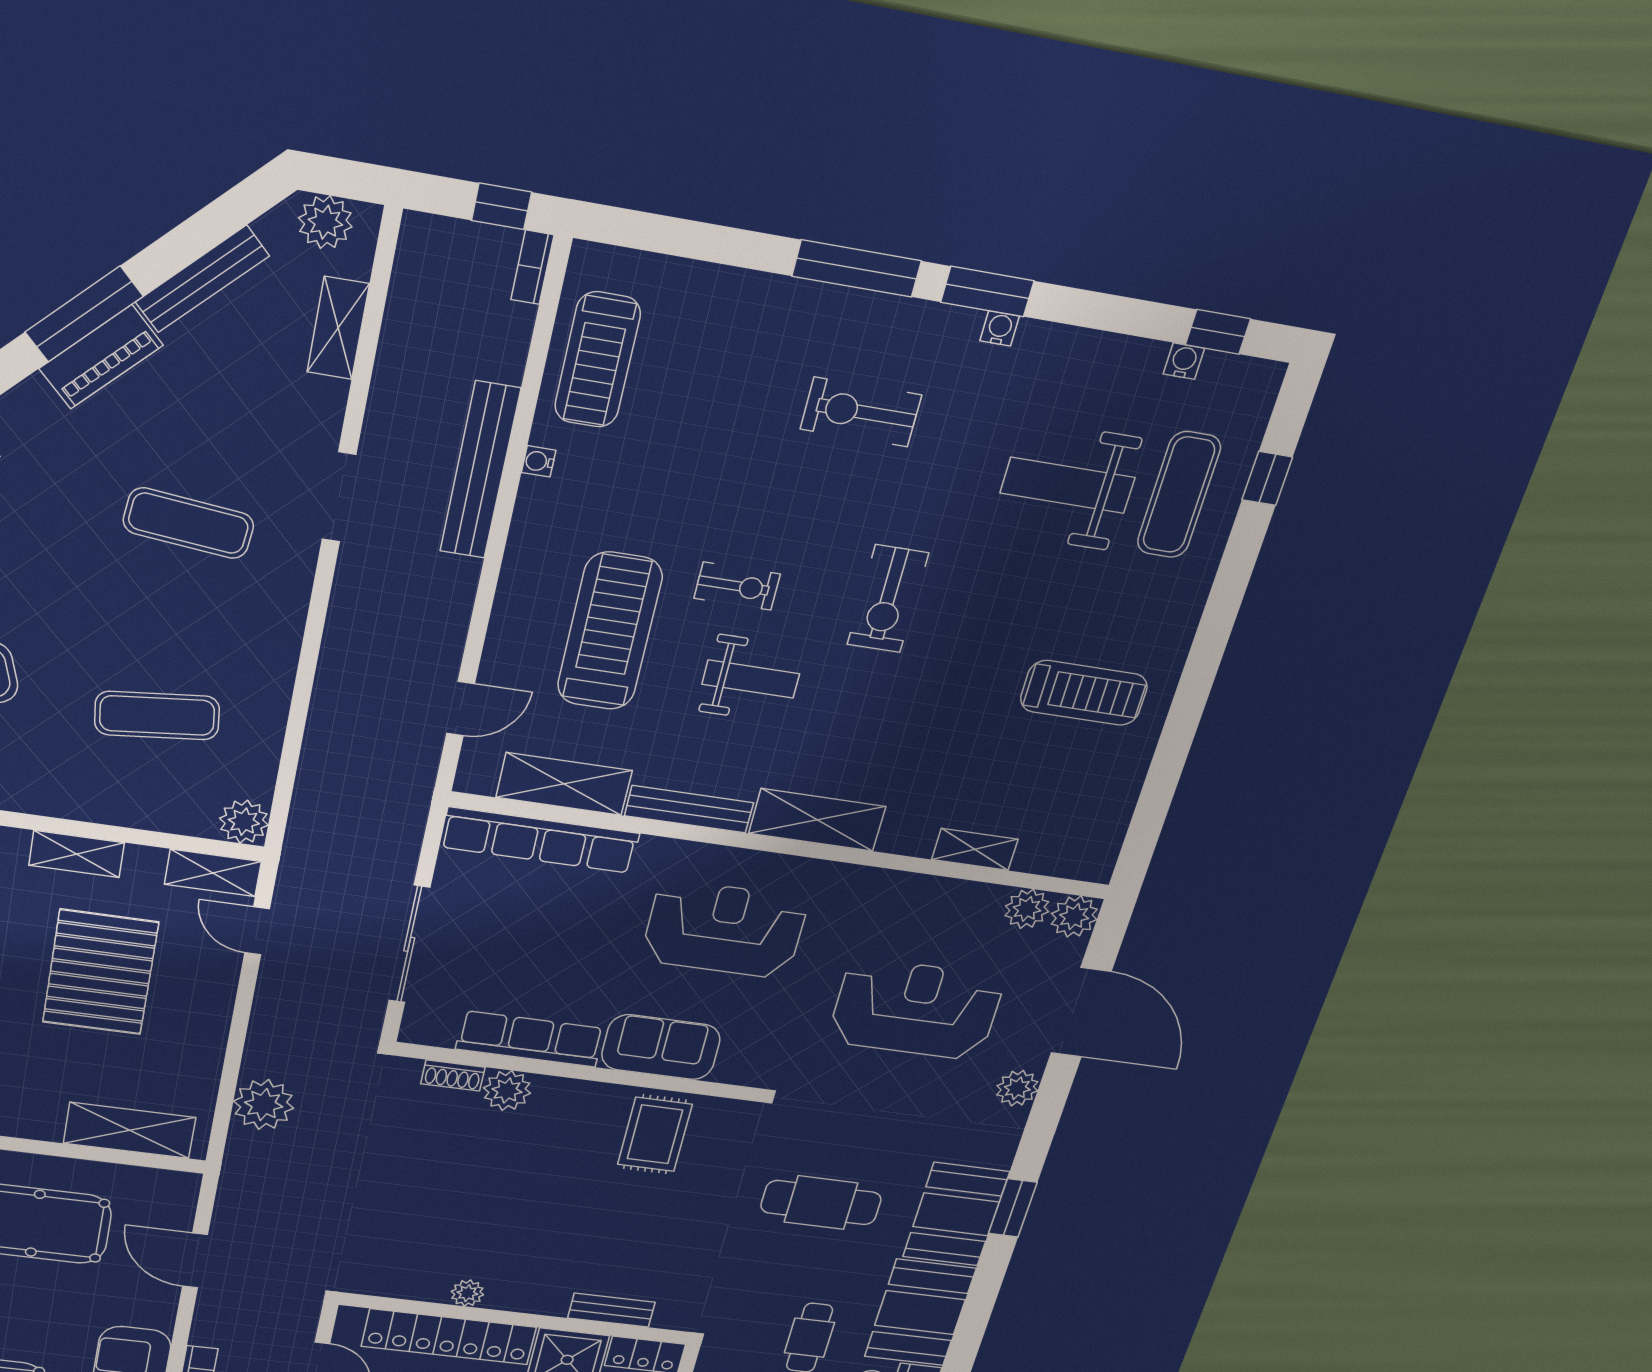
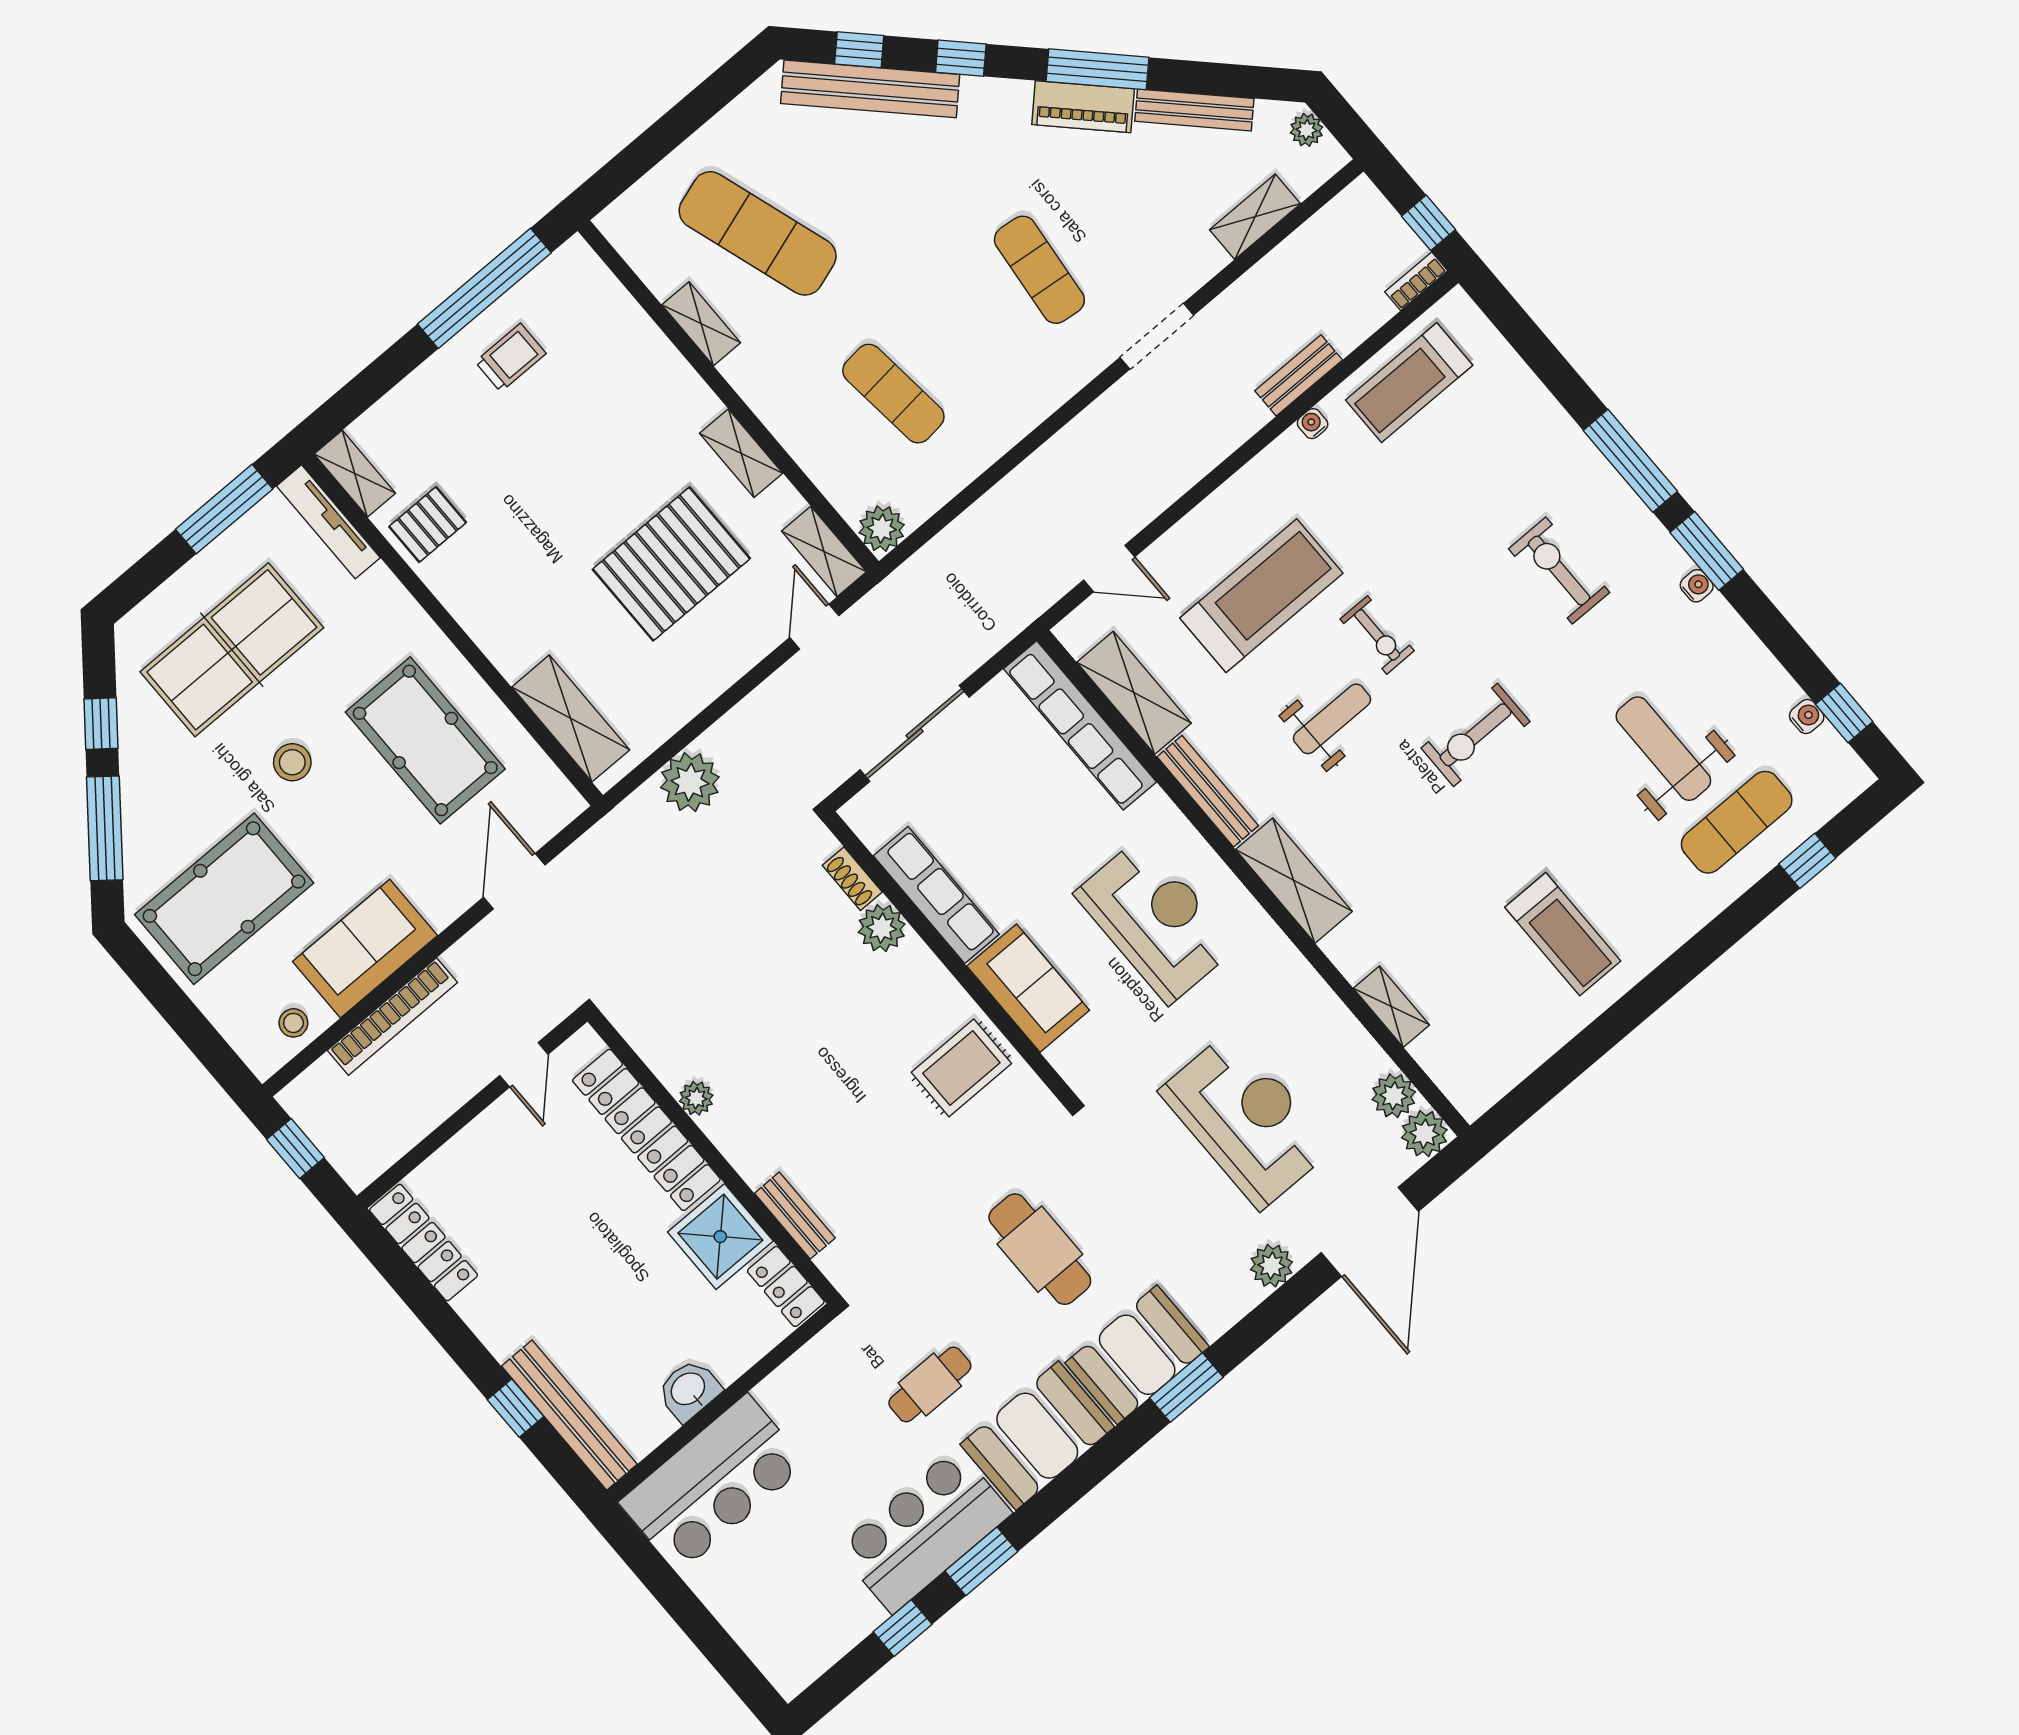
plant: (325, 222) -> (1307, 130), width x0.73, depth x0.73
bench: (480, 470) -> (1299, 375), width x0.54, depth x0.82
weight bench: (751, 679) -> (1332, 719), turned -90

